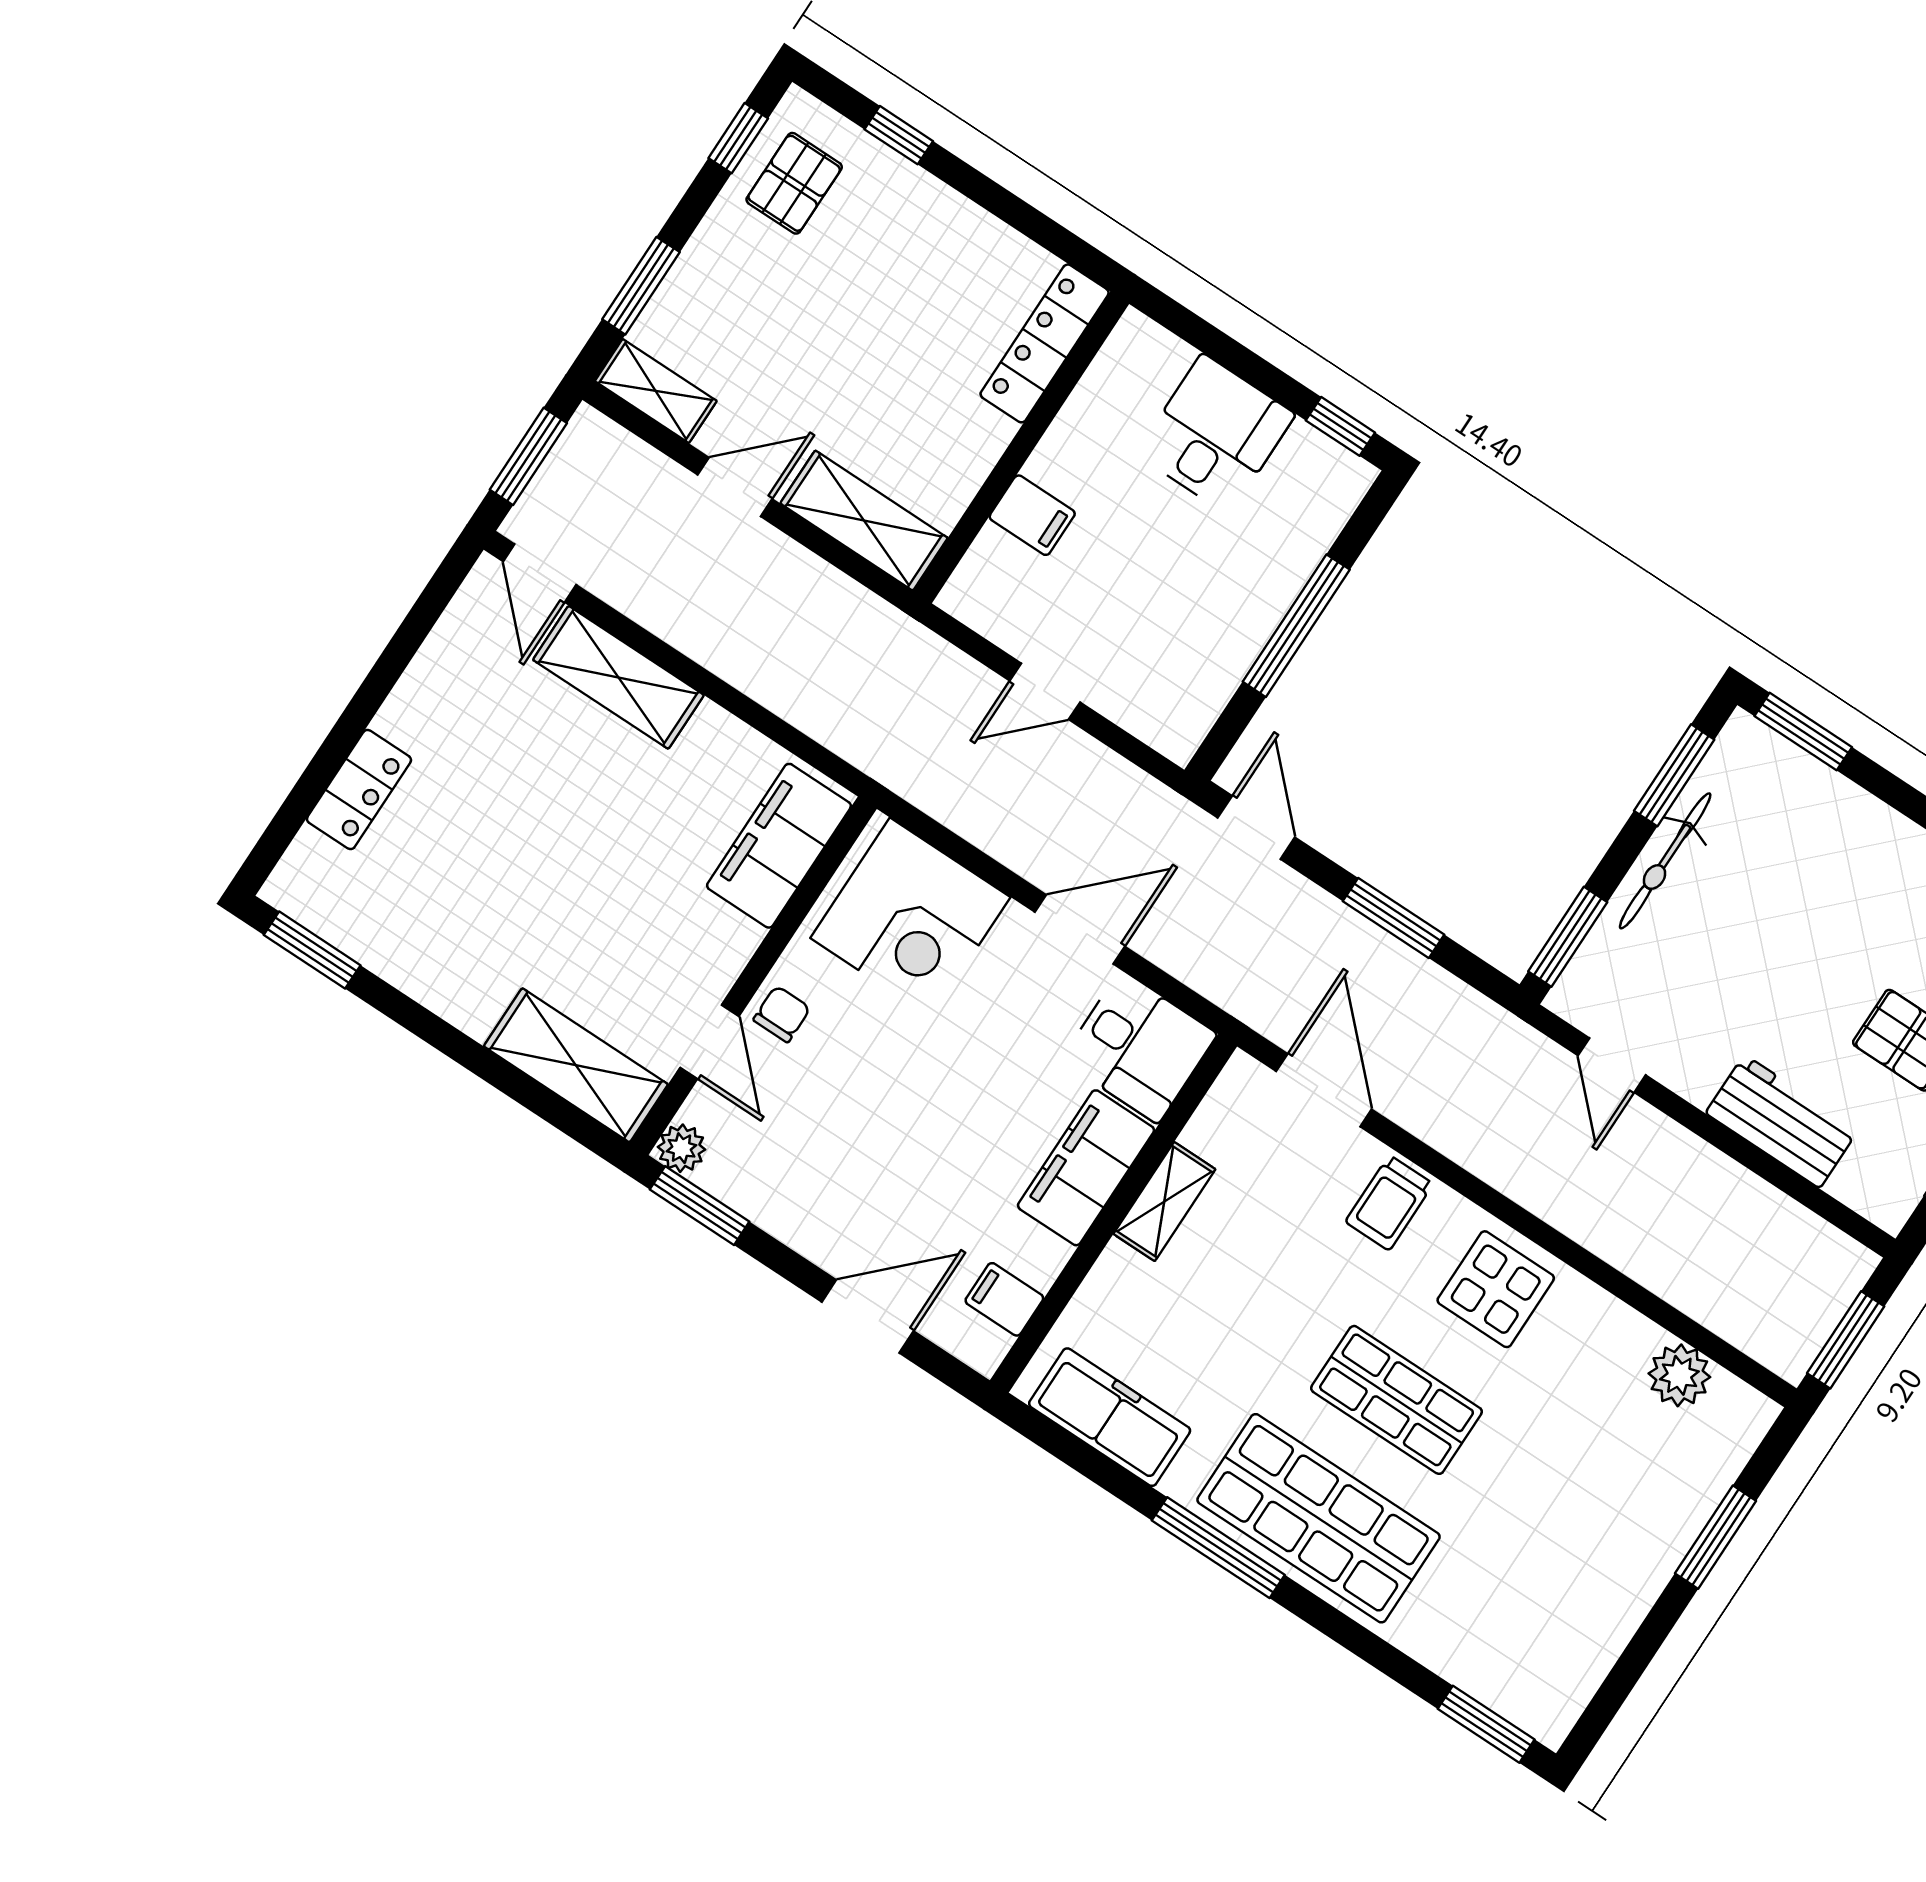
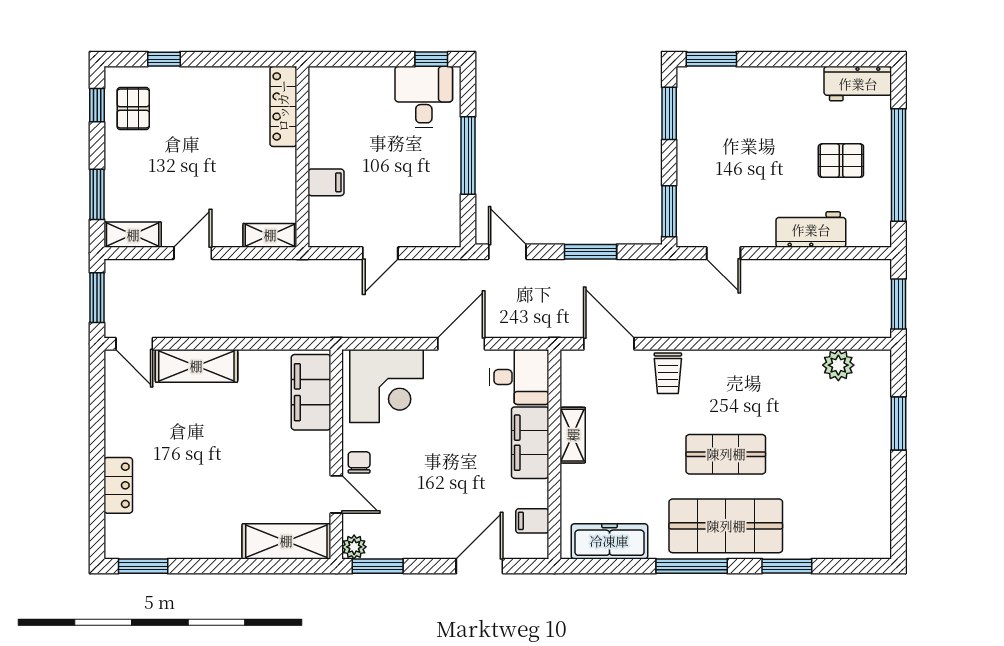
desk: (1216, 434) -> (424, 97), moved
shelving: (864, 521) -> (270, 235), width x0.67, depth x0.75
bicycle: (1665, 861) -> (689, 152), removed
display table: (1496, 1289) -> (737, 380), removed
window: (1486, 1724) -> (787, 566), moved

